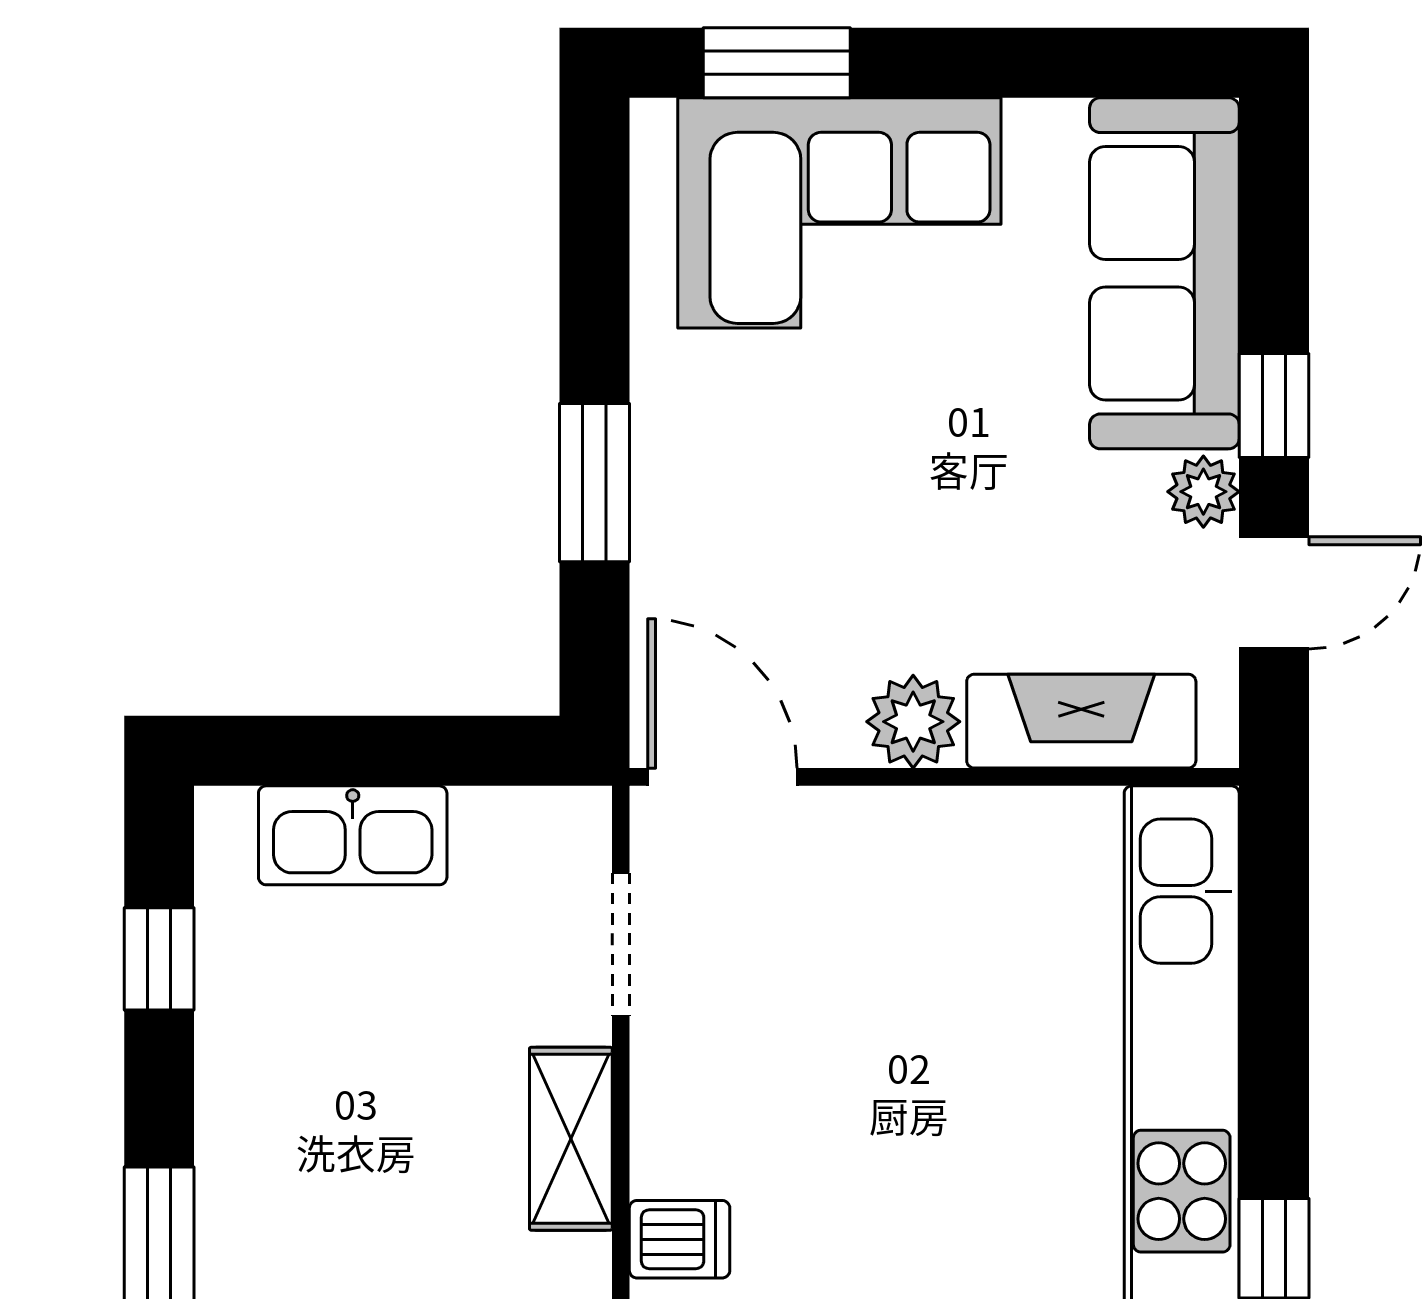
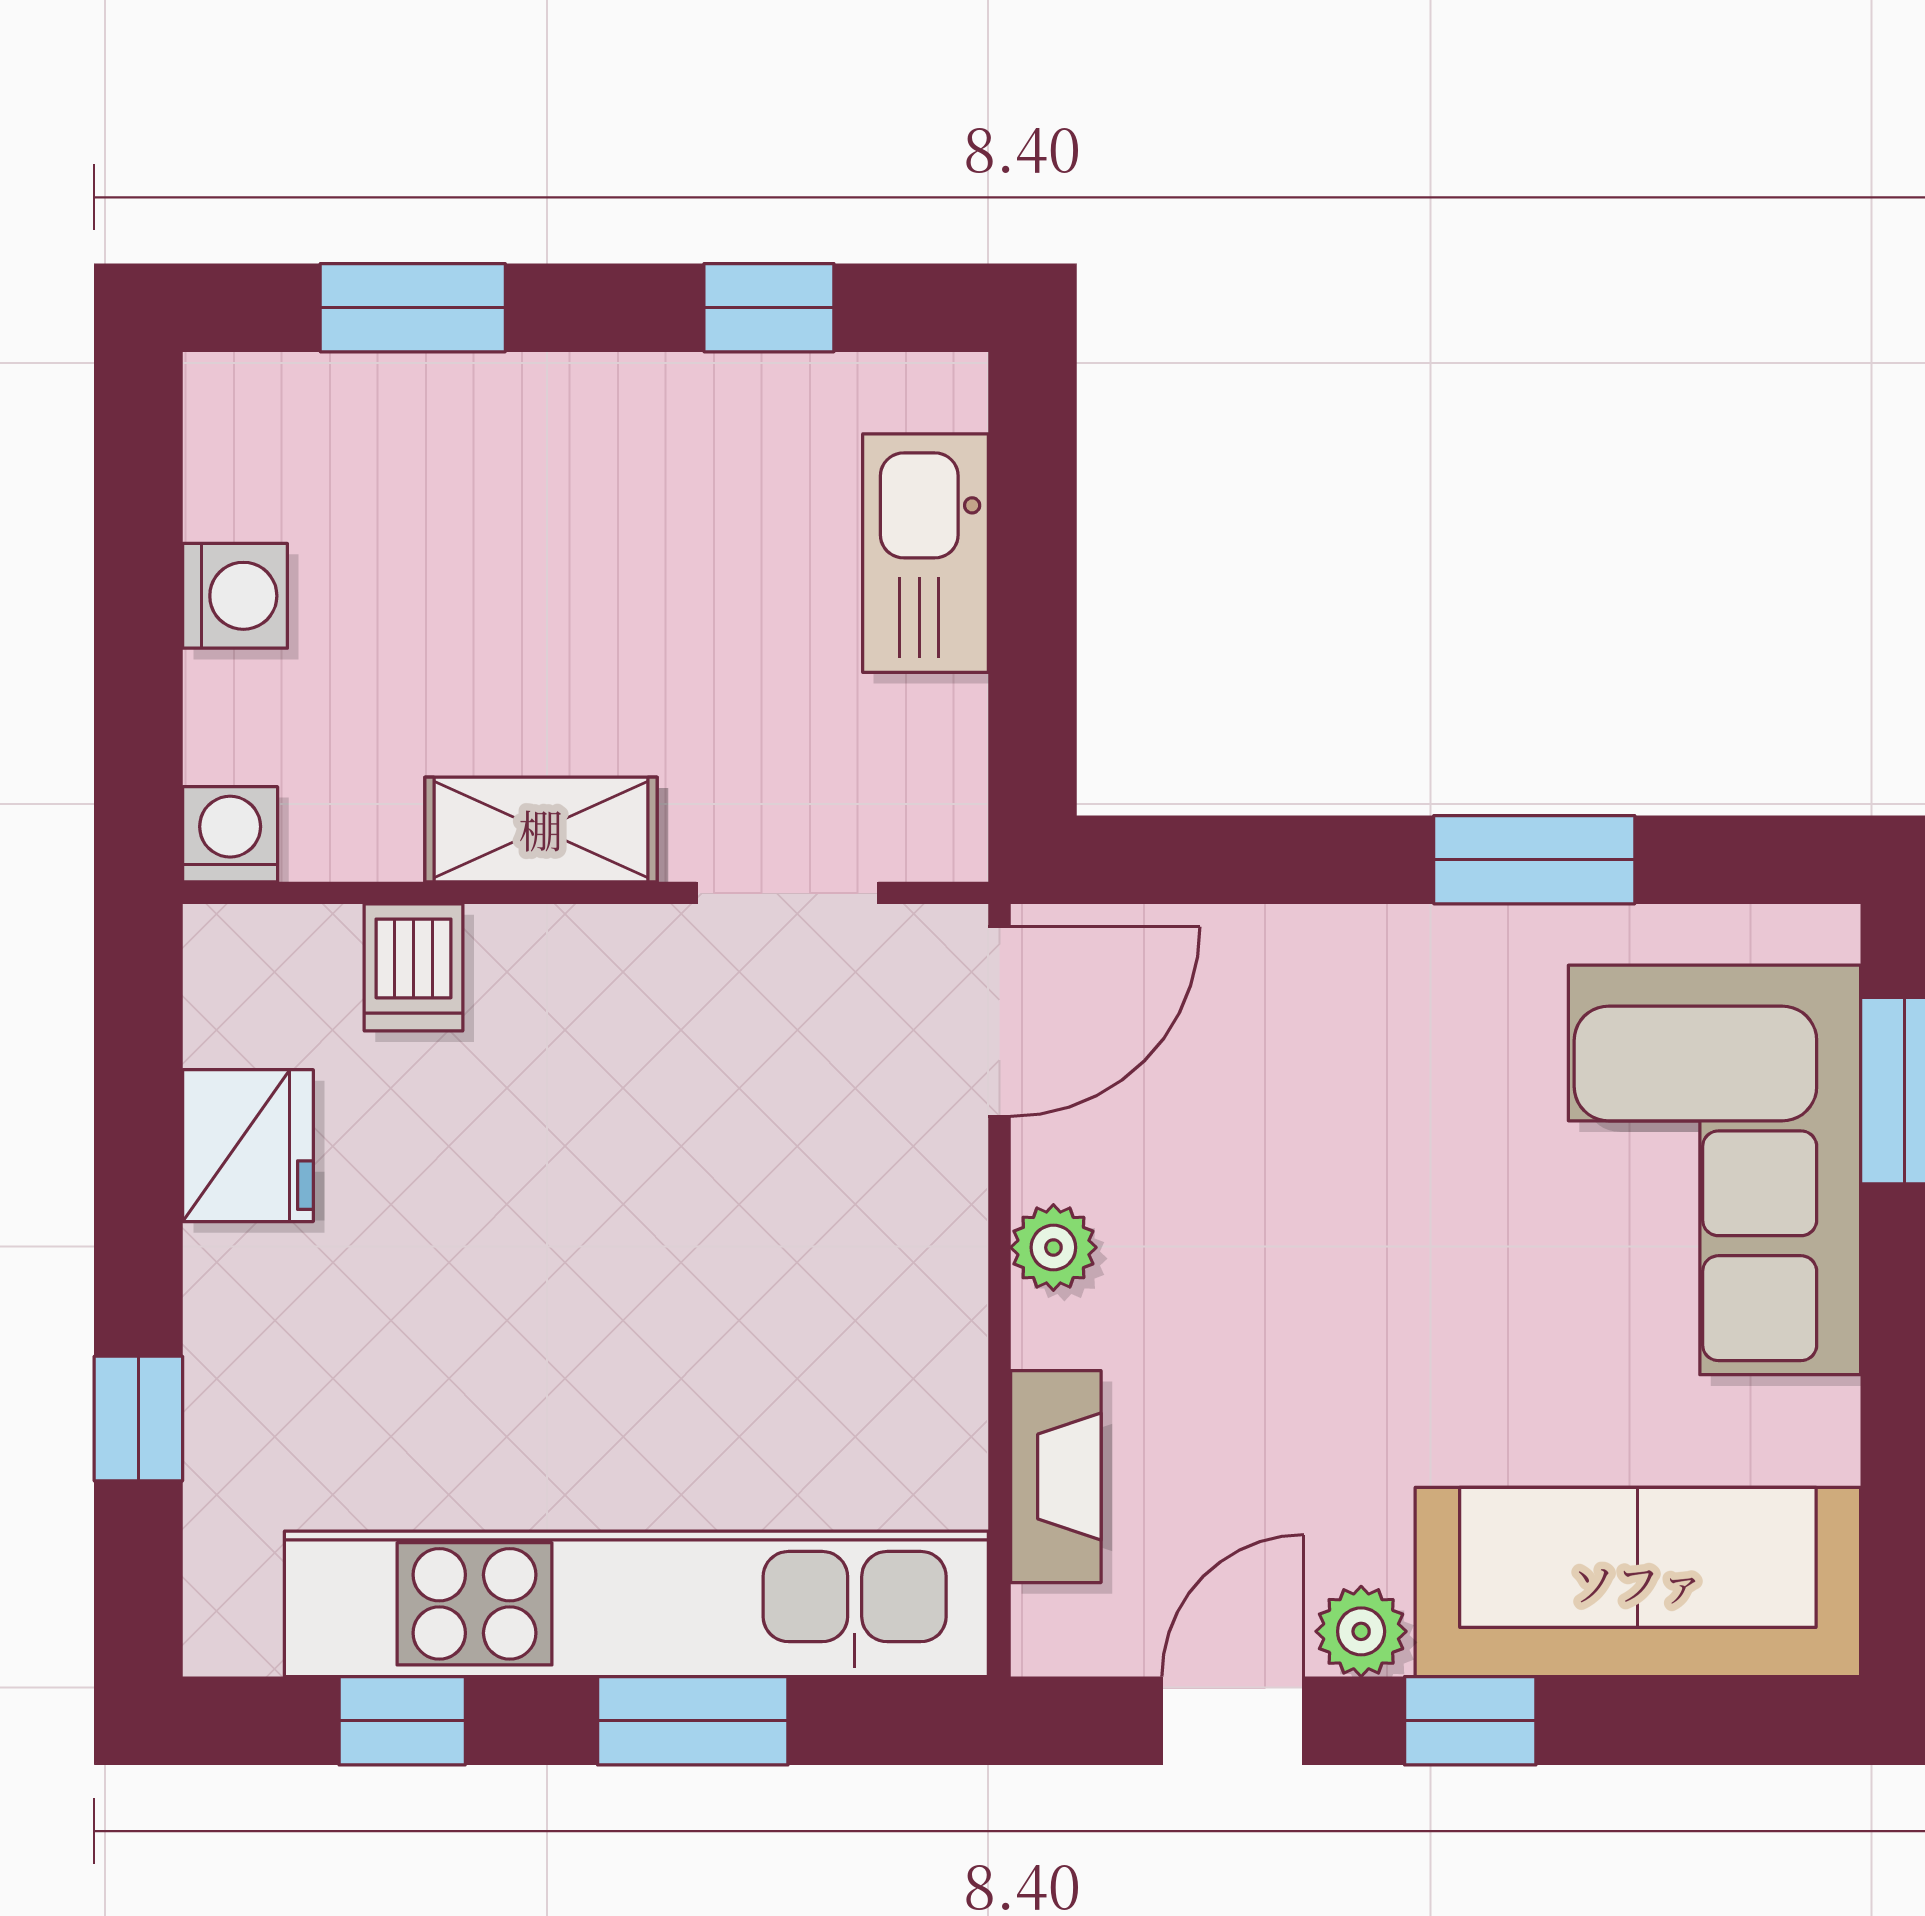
window: (595, 483) -> (1534, 860), moved
door: (1274, 593) -> (1233, 1721), swing flipped
fireplace: (1081, 721) -> (1056, 1477), width x0.73, depth x0.76
plant: (913, 722) -> (1053, 1247), width x0.73, depth x0.73
window: (1274, 1019) -> (693, 1721), added

